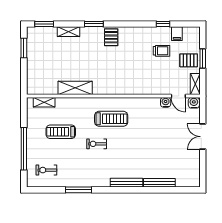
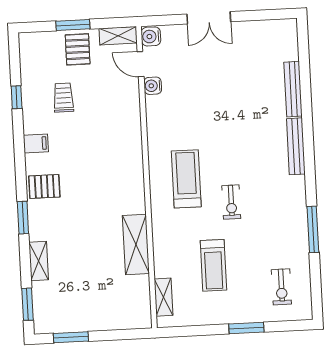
filing cabinet: (177, 34) -> (36, 143), moved
door: (178, 96) -> (141, 64), swing flipped
window: (24, 149) -> (246, 328), width x0.47

